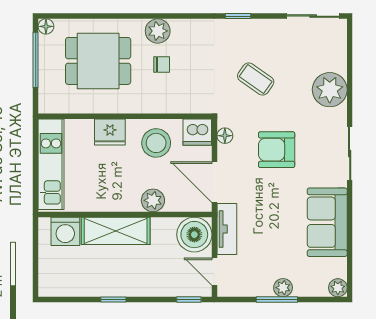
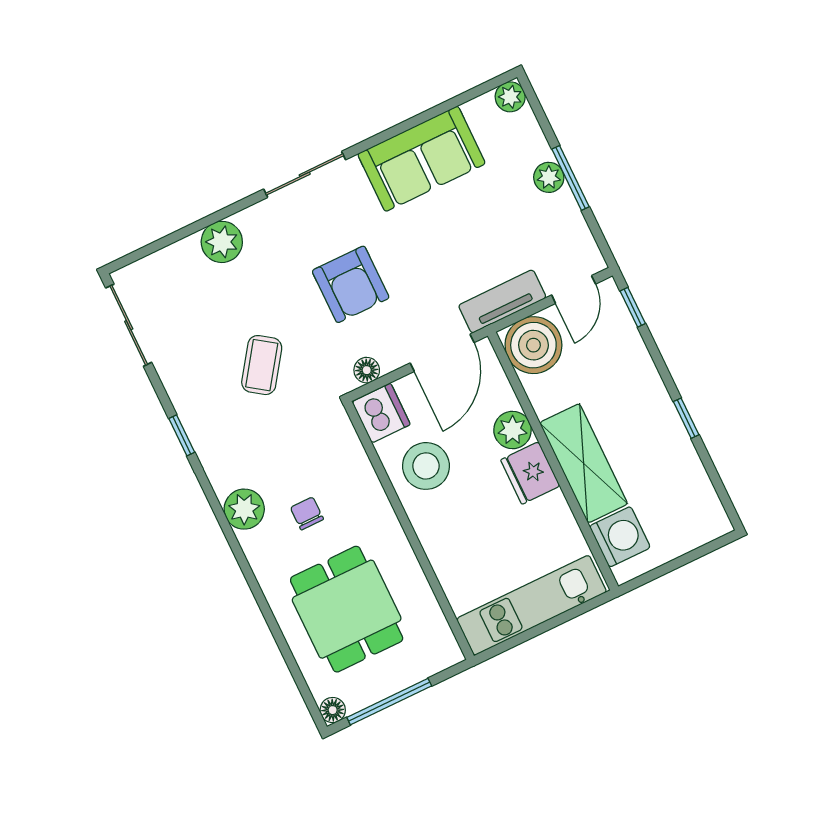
plant: (158, 31) -> (244, 509), moved
plant: (330, 90) -> (222, 242), width x0.73, depth x0.73
fridge: (110, 132) -> (530, 473), moved, turned 180

